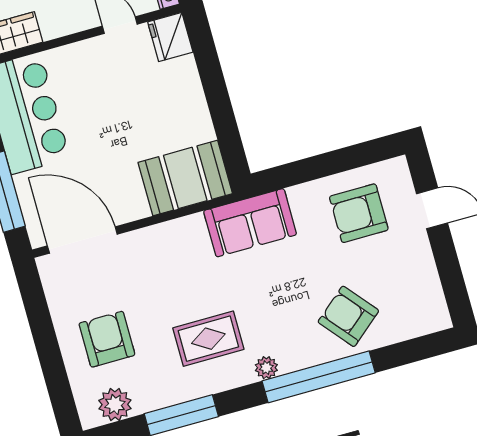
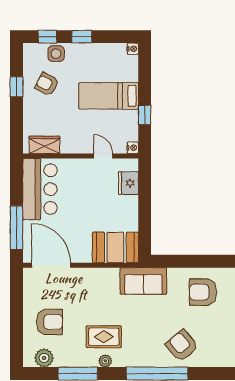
fridge: (170, 37) -> (128, 183), moved
armchair: (107, 339) -> (50, 322), turned 90
plant: (266, 368) -> (105, 361), moved

